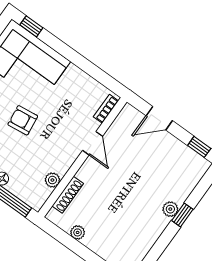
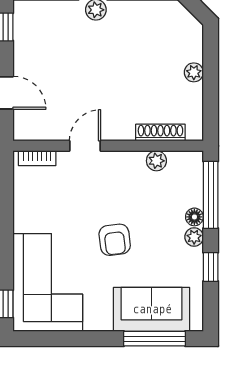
plant: (78, 232) -> (194, 72), moved

